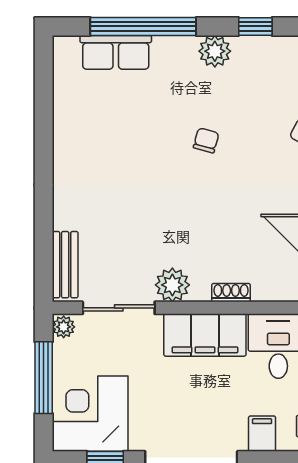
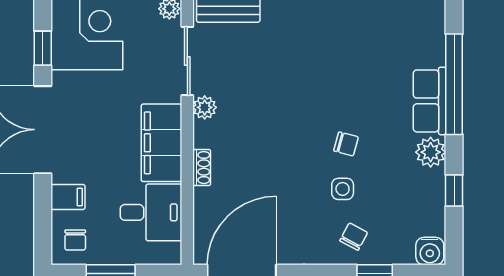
row of seats: (116, 52) -> (430, 101), moved
side table: (254, 144) -> (343, 189), added
plant: (172, 285) -> (205, 107), width x0.73, depth x0.73

